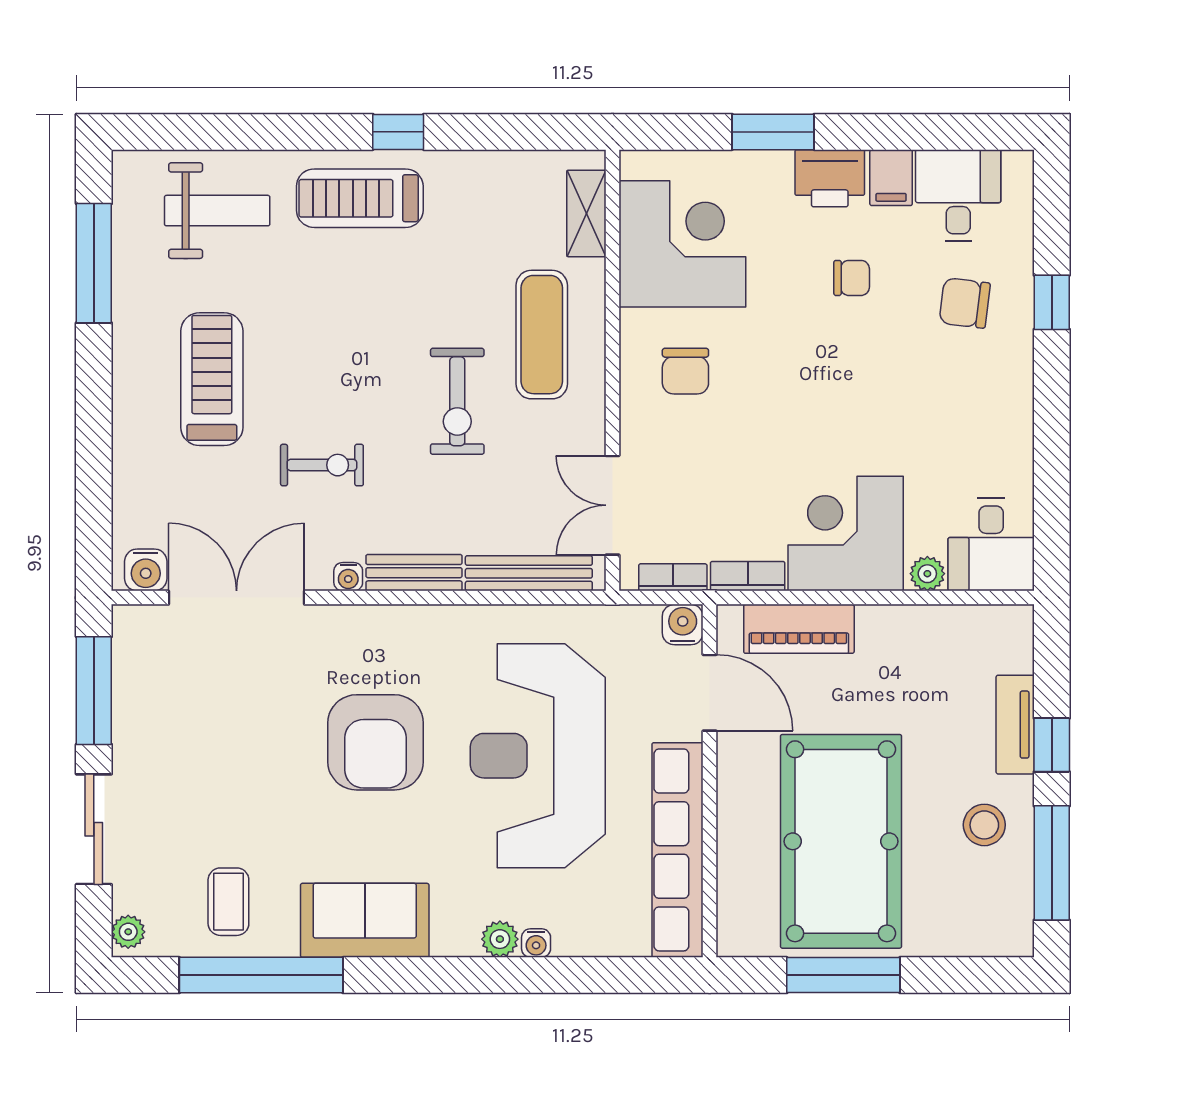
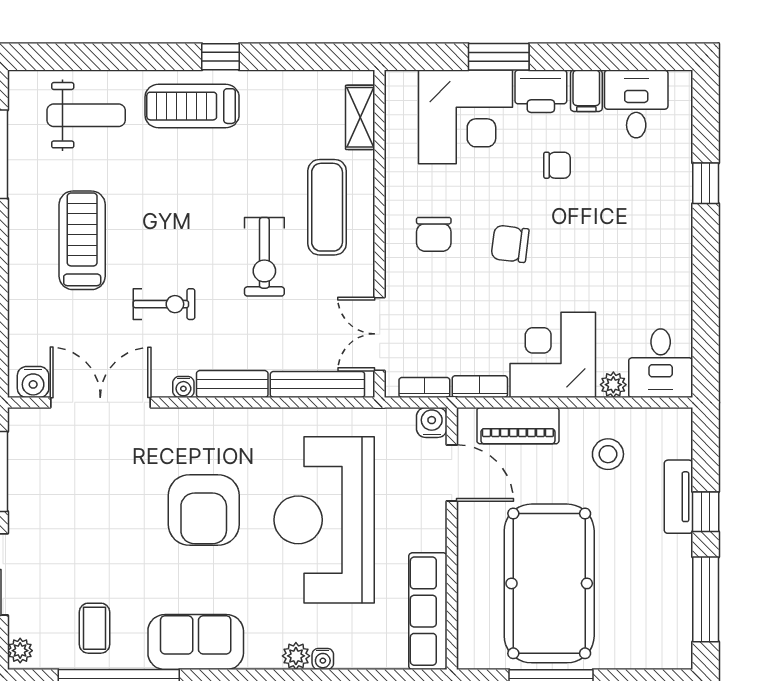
corner desk: (682, 244) -> (466, 117), moved, turned 90
chair: (965, 303) -> (510, 244), moved
stool: (984, 825) -> (608, 454), moved
row of seats: (678, 850) -> (428, 611), width x0.73

